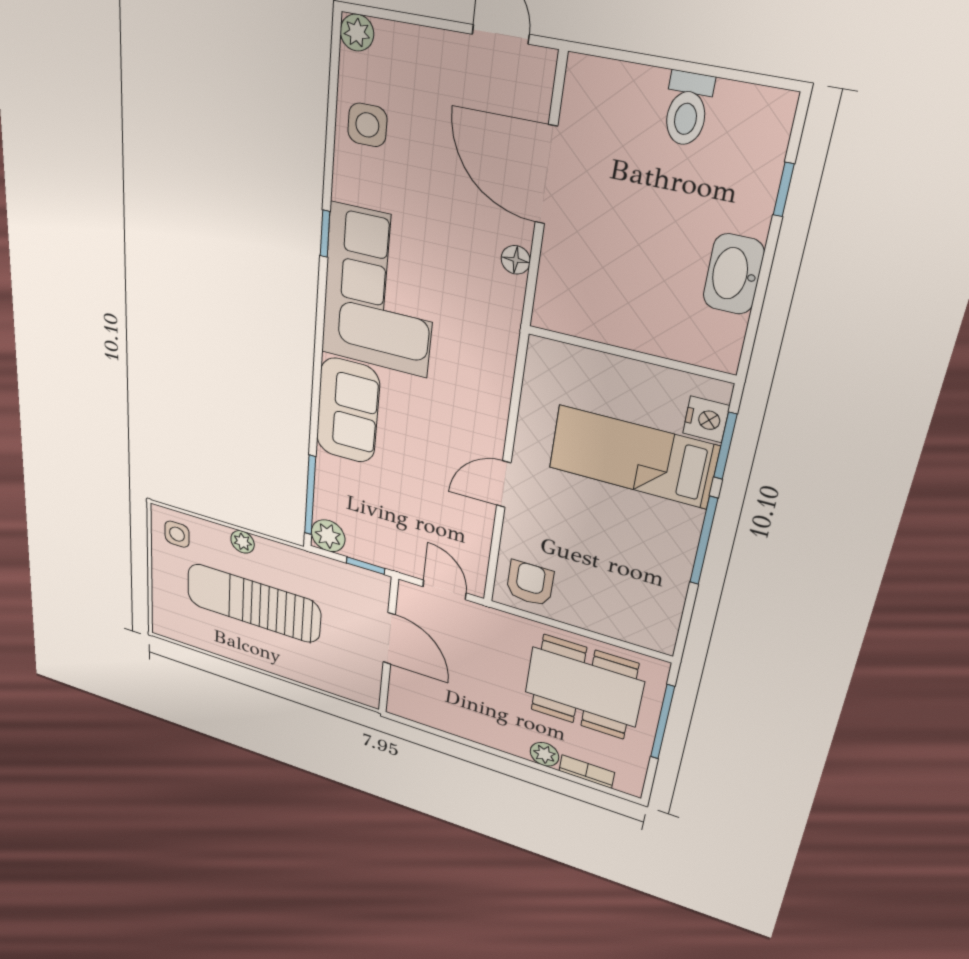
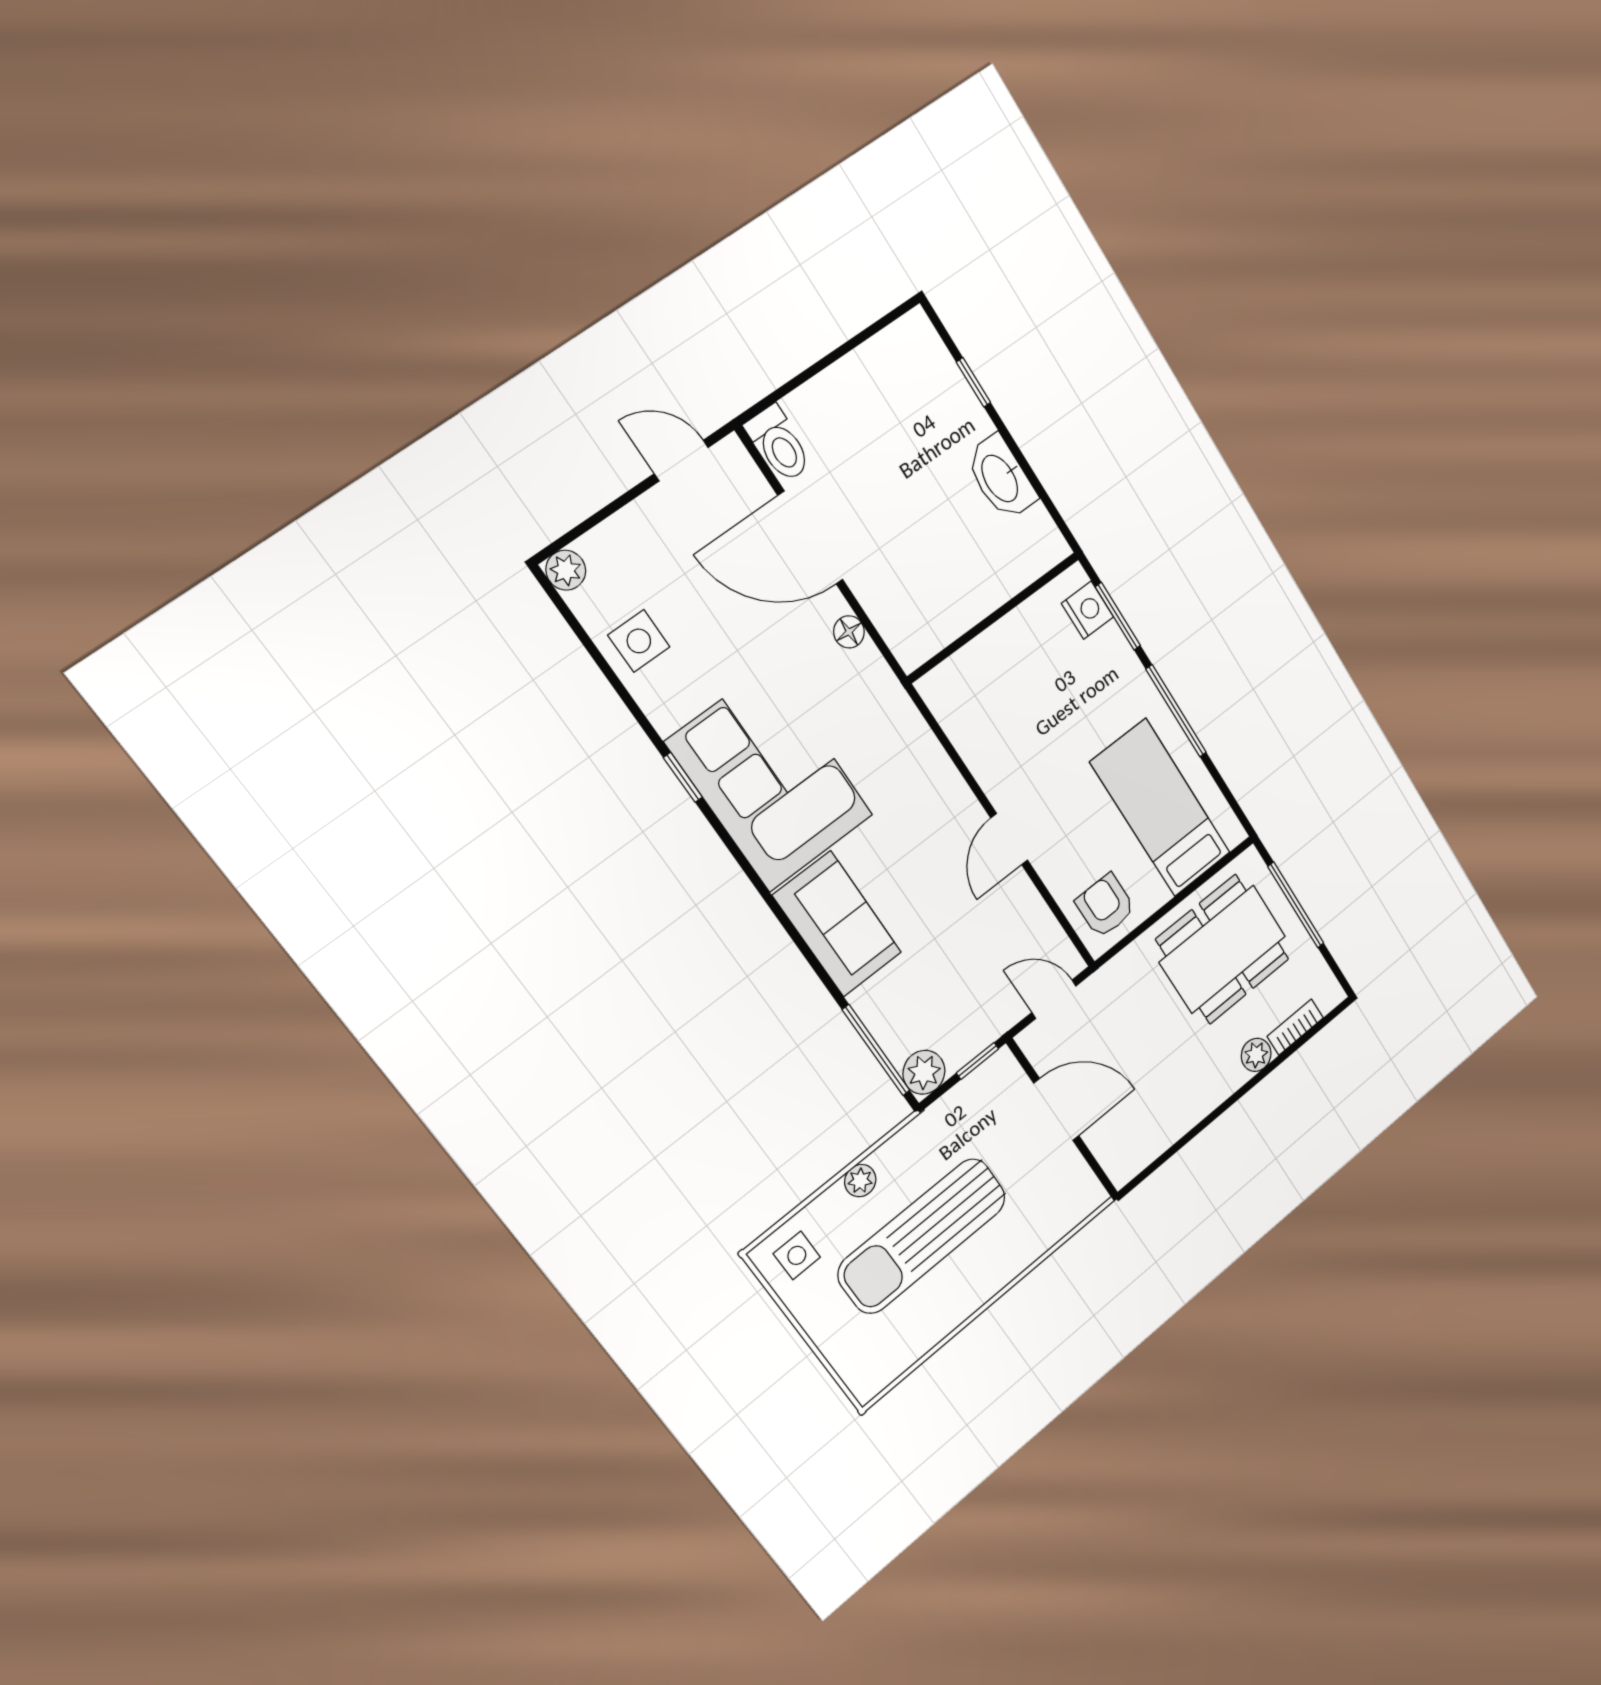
toilet: (687, 109) -> (779, 444), moved
bed: (633, 457) -> (1161, 808), moved, turned 90

